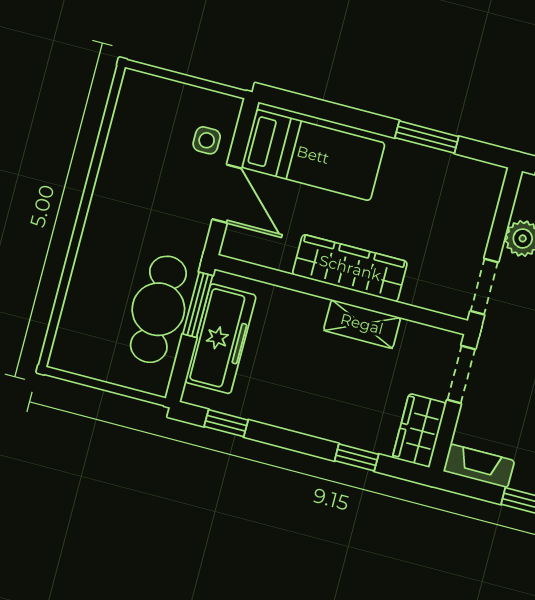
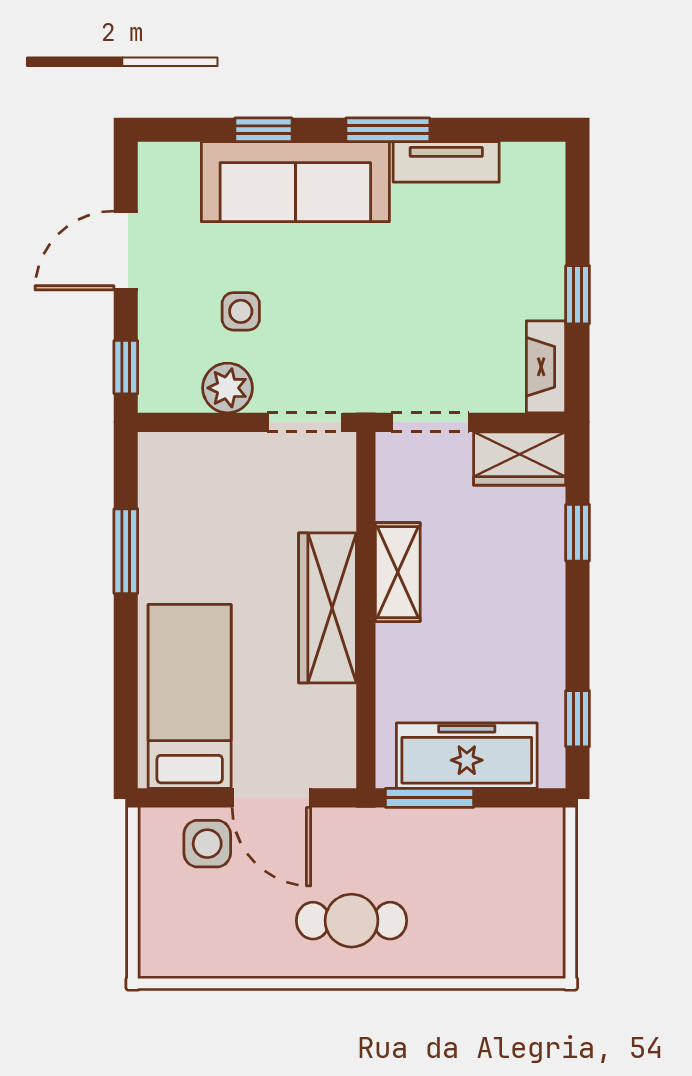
side table: (207, 140) -> (207, 844), width x1.37, depth x1.37
door: (227, 194) -> (271, 798), swing flipped
cafe table: (158, 309) -> (352, 921), moved, width x0.73, depth x0.74

